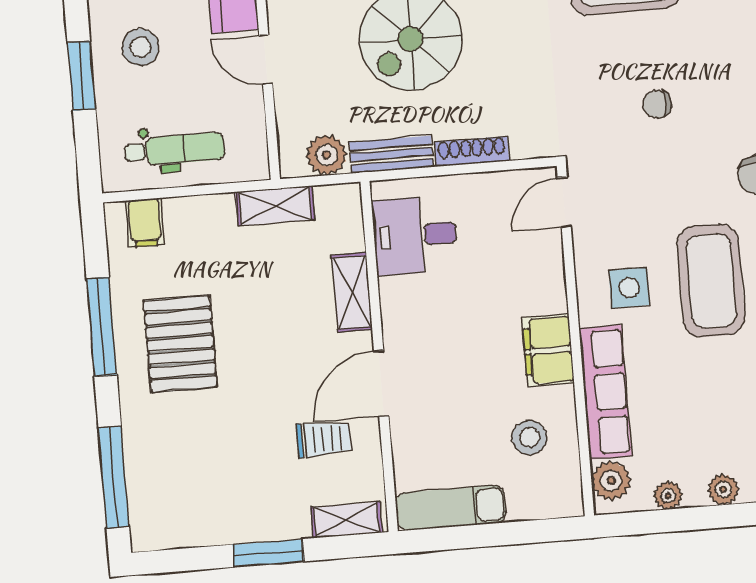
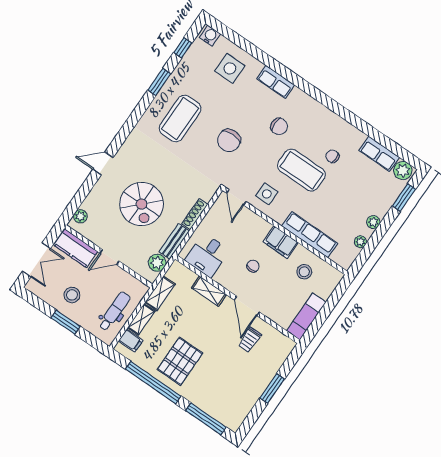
chair: (657, 104) -> (229, 140), width x1.87, depth x1.87
side table: (629, 288) -> (267, 194), moved
window: (102, 327) -> (153, 383), width x1.46
chair: (463, 335) -> (253, 266), added
pallet: (180, 344) -> (180, 361), turned 90
trolley: (324, 439) -> (250, 340), turned 180
plant: (611, 481) -> (340, 257), removed
shelving: (346, 520) -> (141, 319), moved

